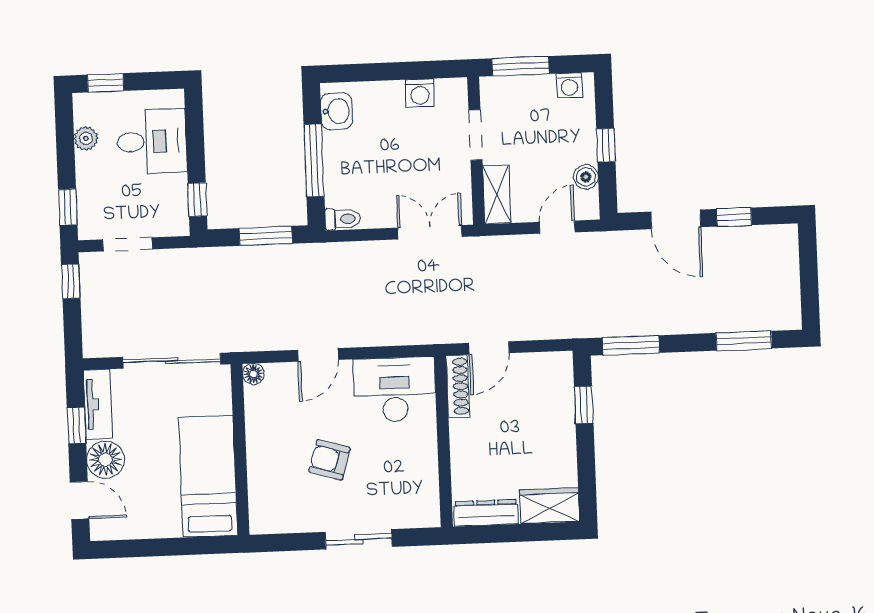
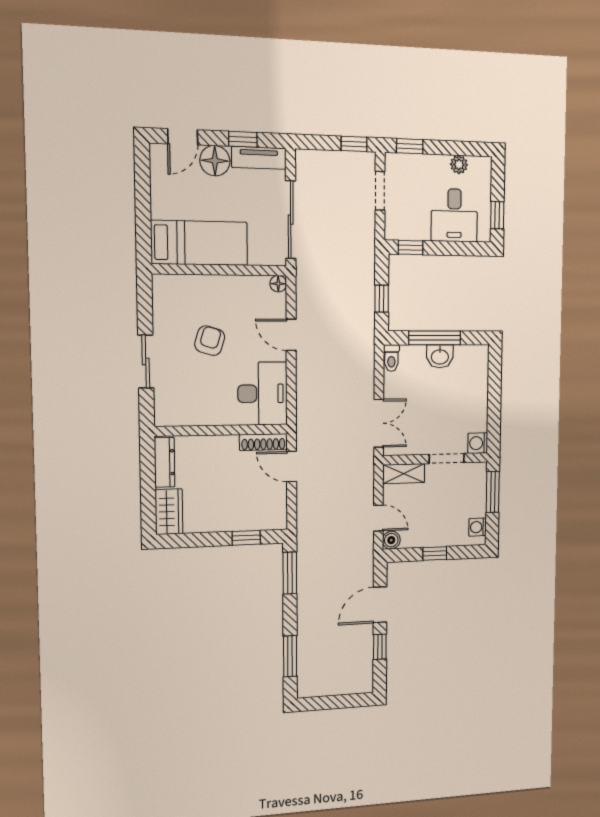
window: (106, 83) -> (497, 215), moved
washing machine: (420, 93) -> (478, 443), moved
washbasin: (336, 111) -> (440, 356), moved
boiler: (586, 177) -> (391, 540), moved
window: (266, 236) -> (382, 299), width x0.67

